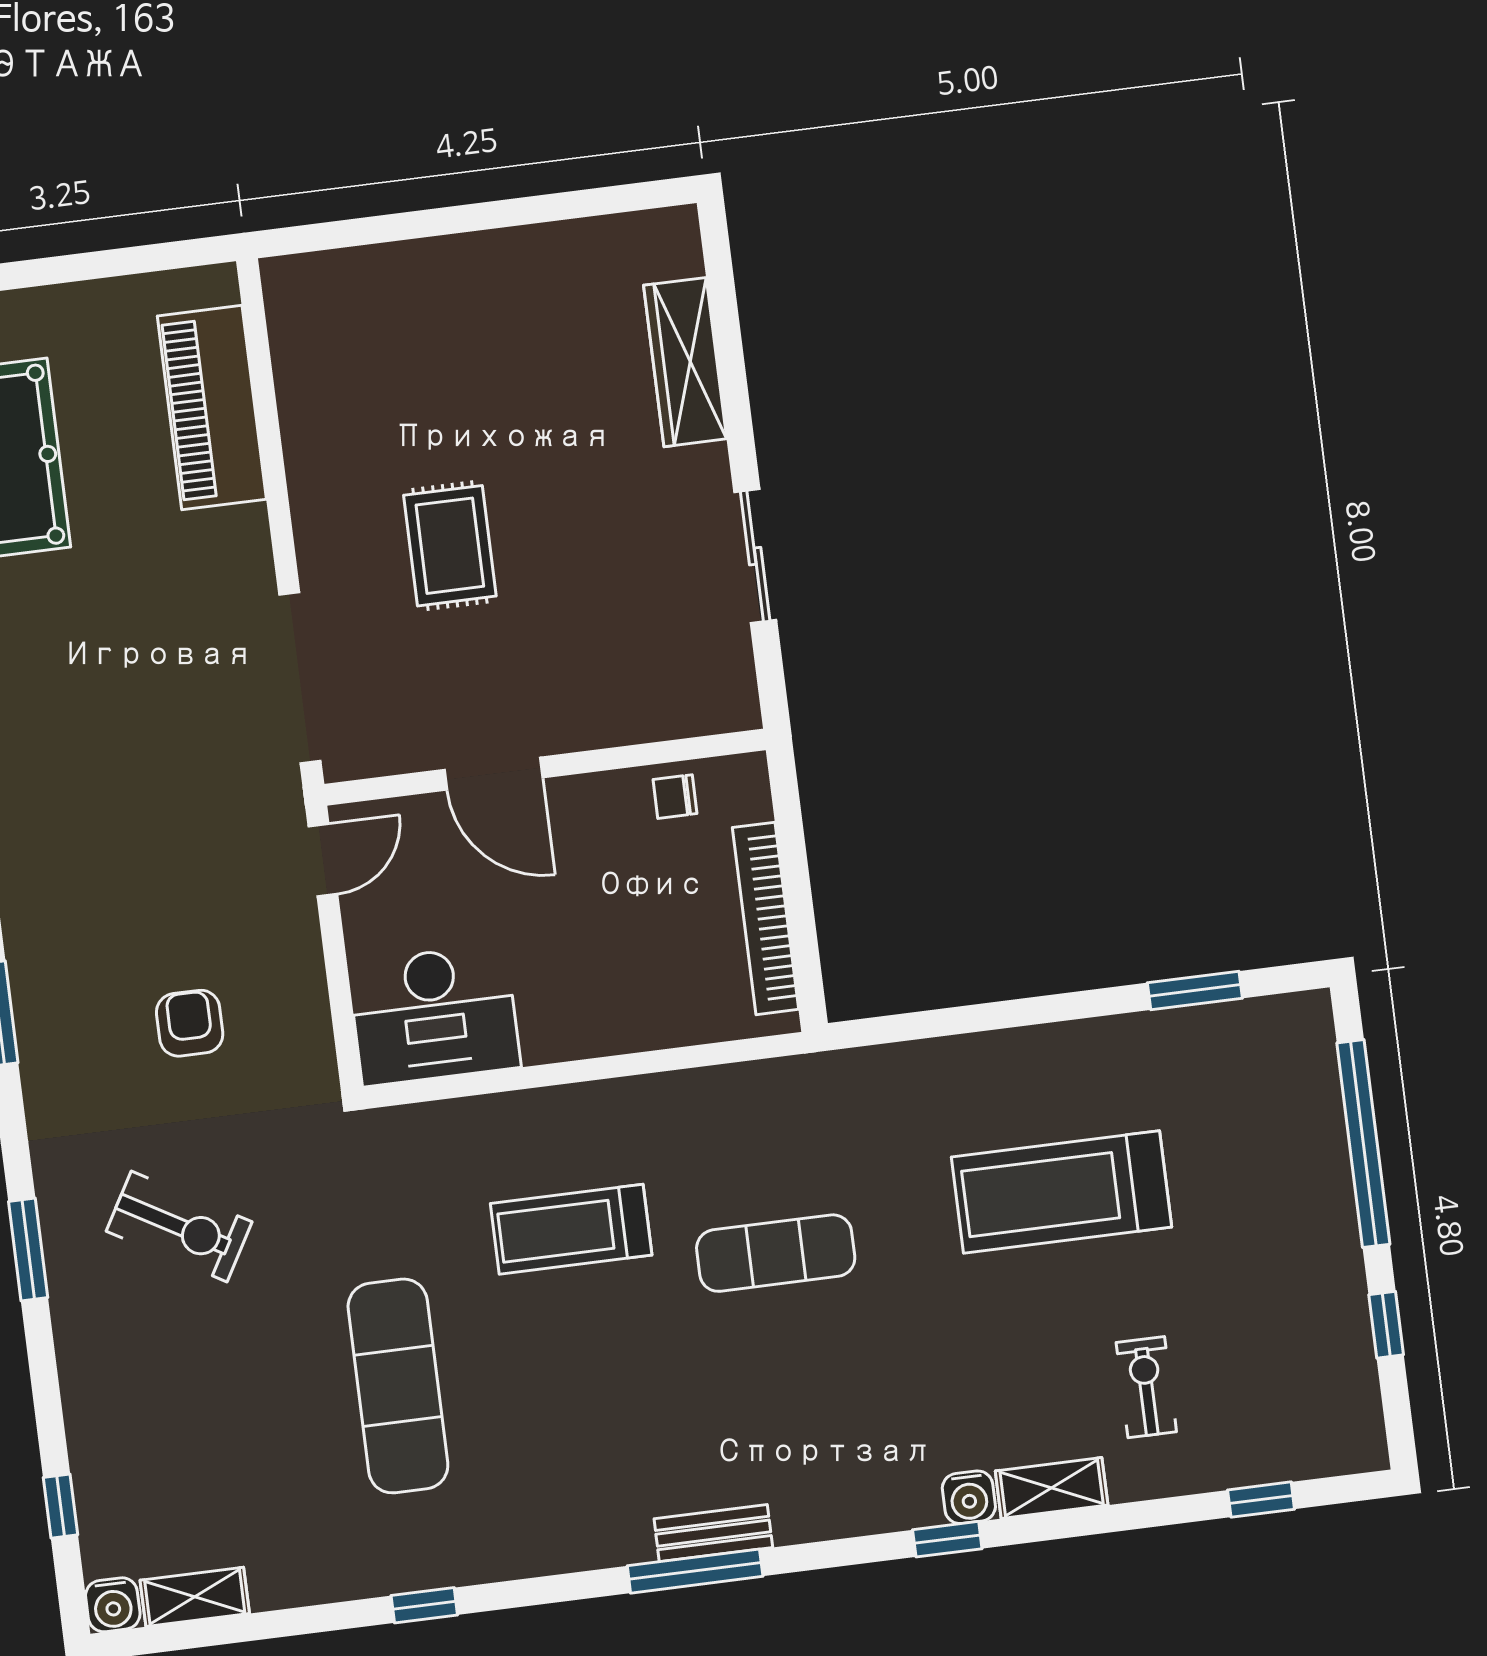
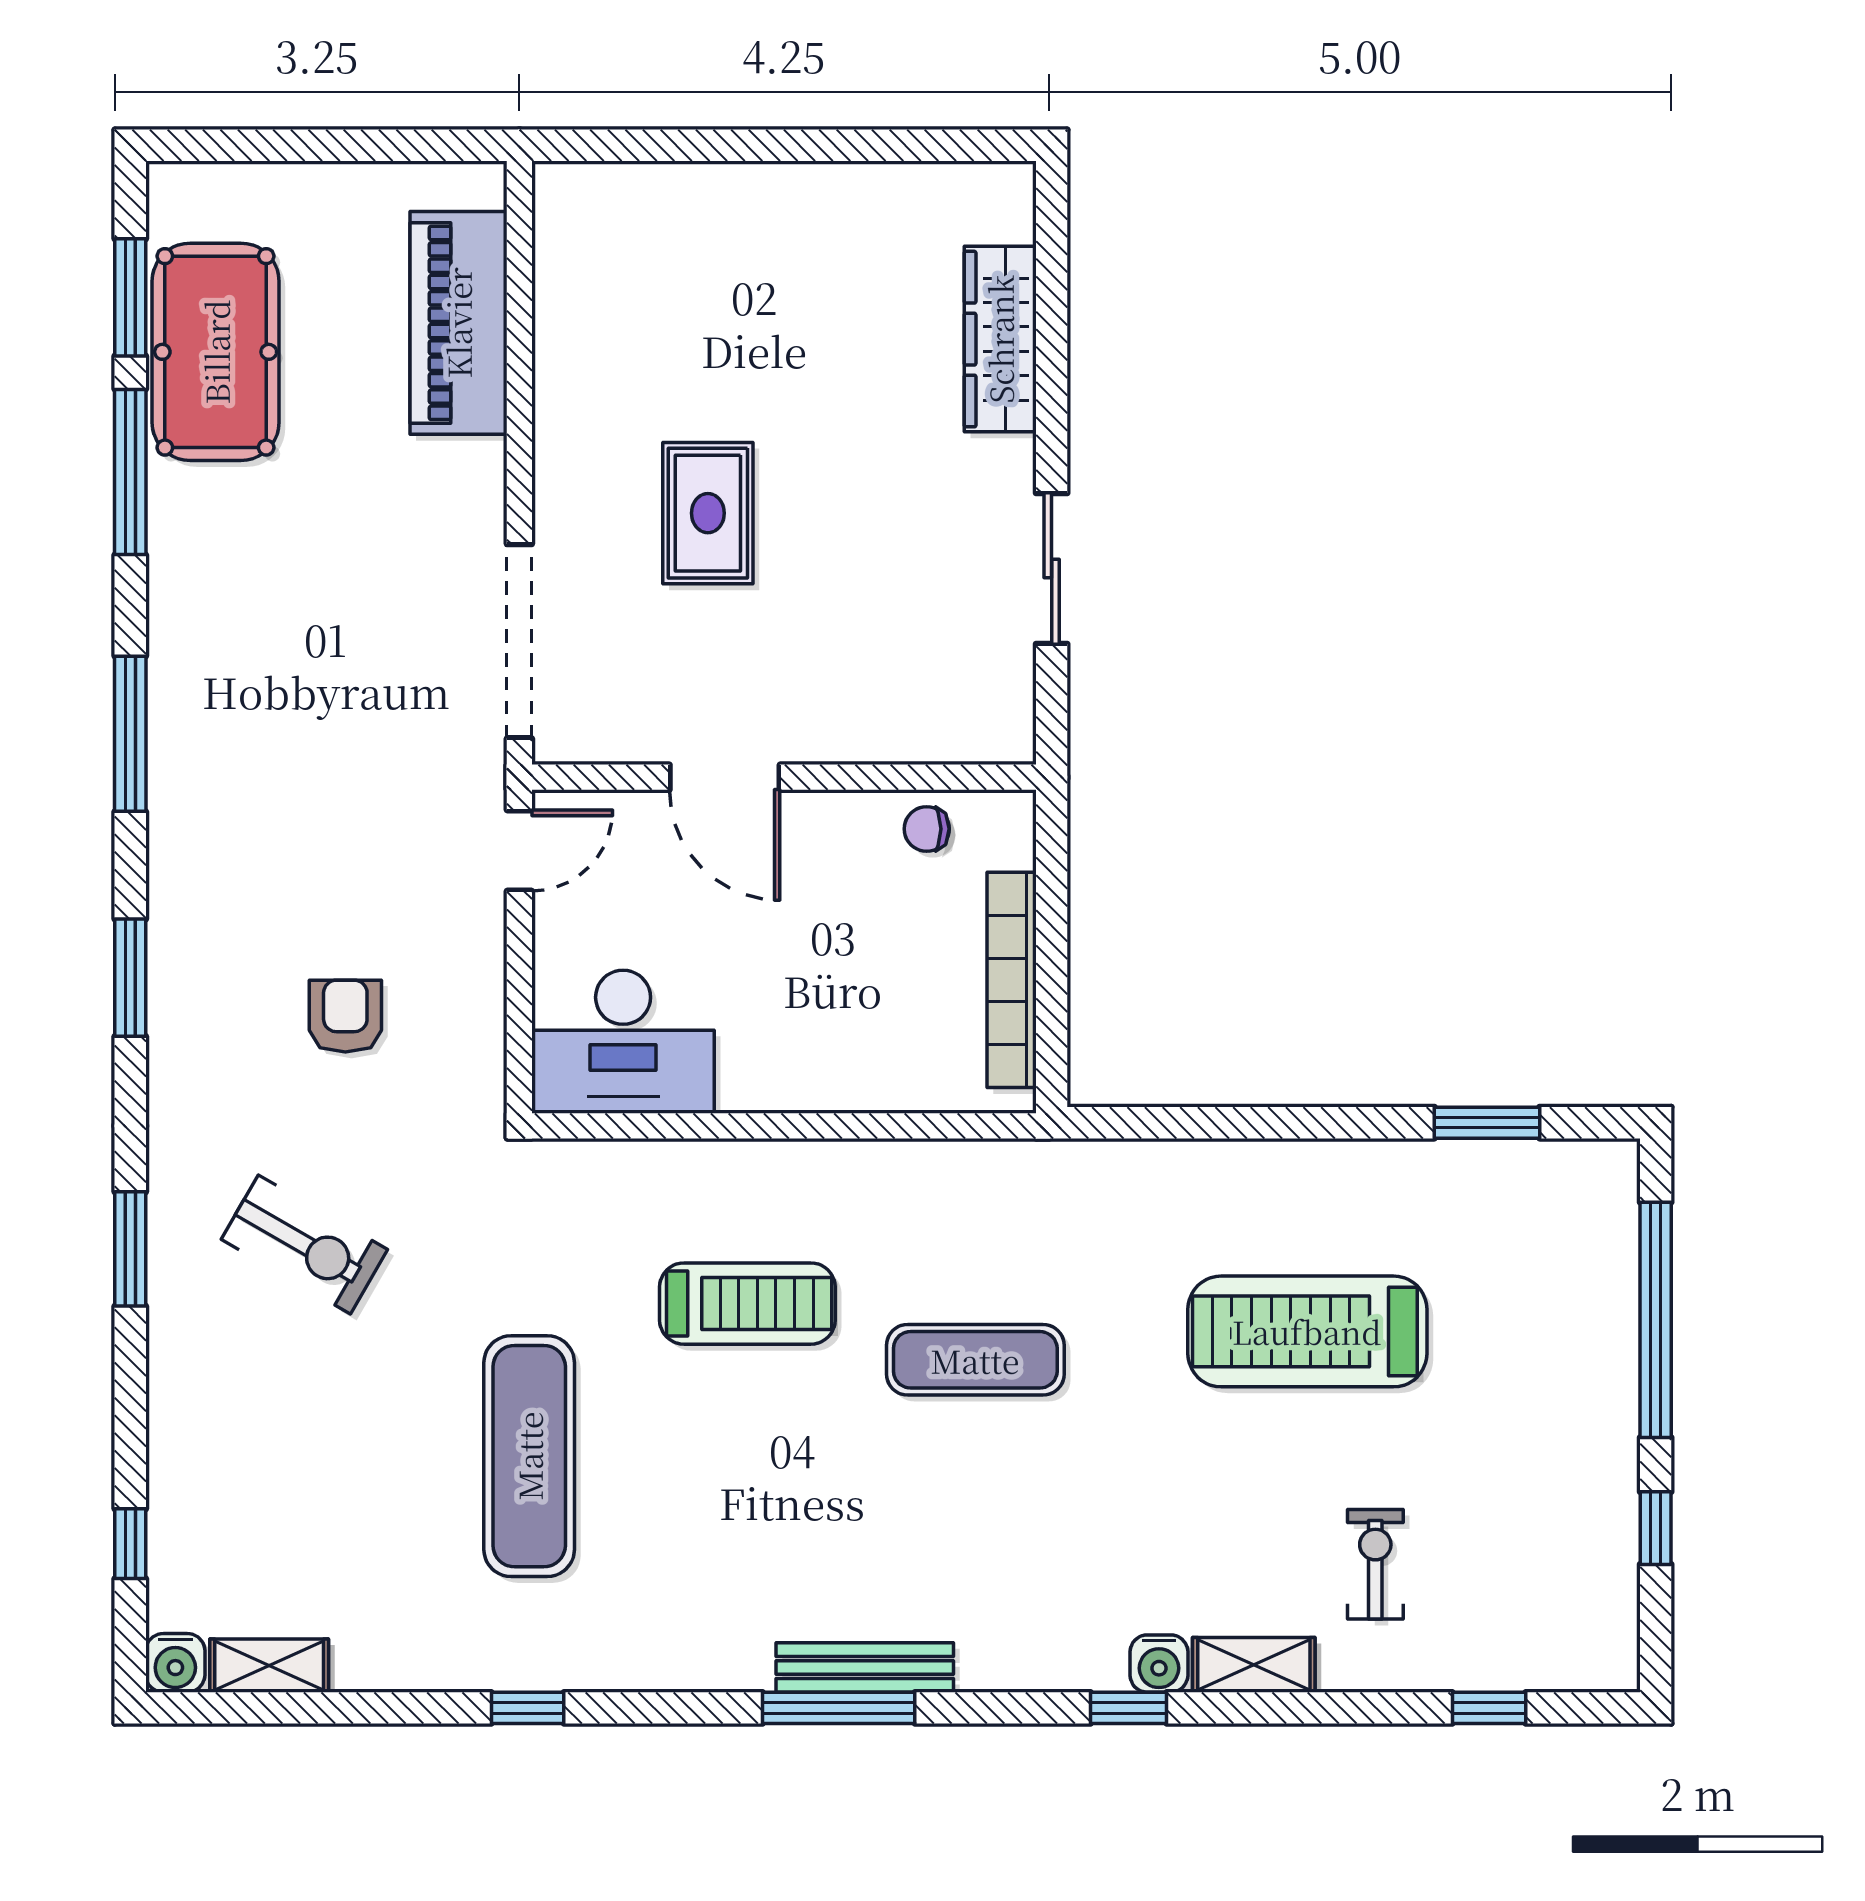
treadmill: (571, 1229) -> (747, 1304), turned 180
bench: (713, 1533) -> (865, 1668), width x1.36

